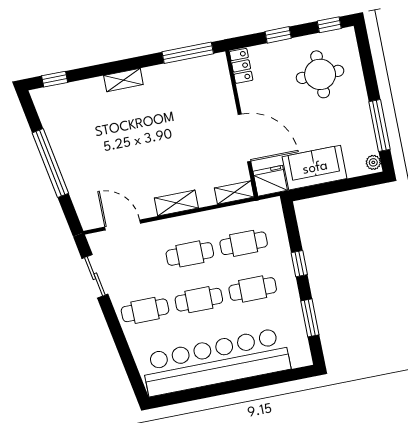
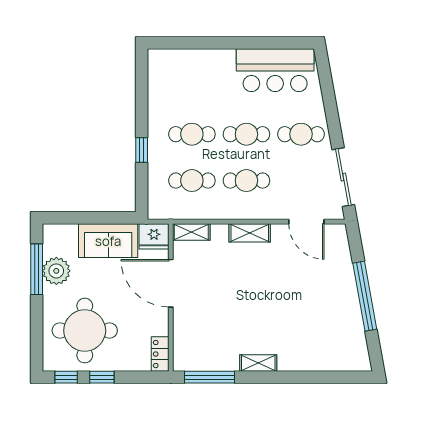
window: (278, 35) -> (102, 377), moved
round table: (320, 74) -> (85, 331), width x1.36, depth x1.36
window: (55, 79) -> (345, 377), removed
shelving: (123, 80) -> (258, 363), moved
plant: (373, 162) -> (56, 271), moved, width x1.88, depth x1.88
sliding door: (95, 276) -> (343, 177), width x1.37
window: (310, 318) -> (142, 95), removed
bar counter: (216, 362) -> (275, 70), width x0.54

